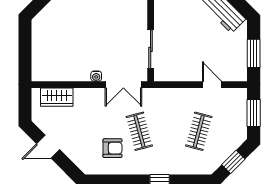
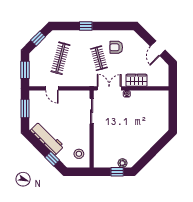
wardrobe: (57, 97) -> (136, 80), moved
clothes rail: (199, 131) -> (60, 58), width x1.36
door: (48, 147) -> (158, 48), swing flipped

